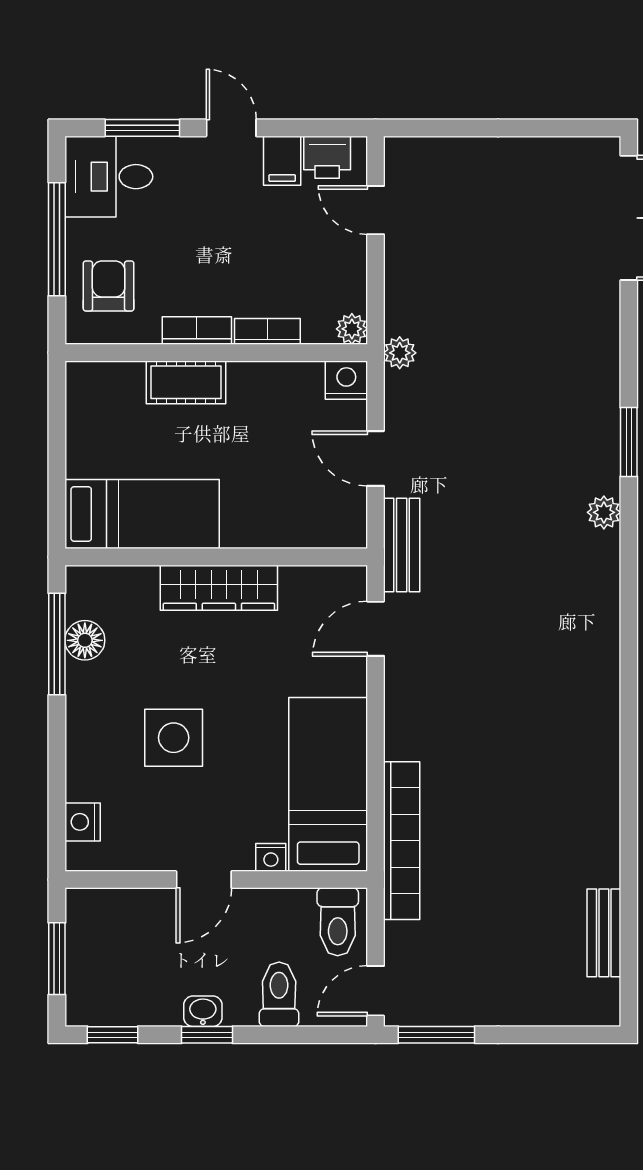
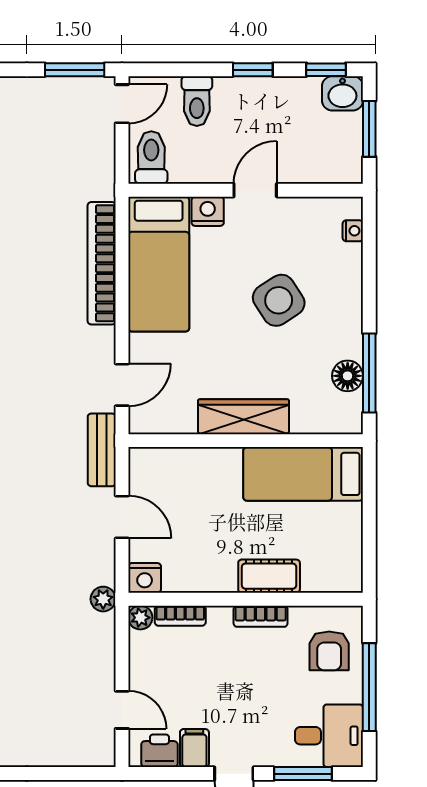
bookcase: (267, 331) -> (180, 616), moved
side table: (174, 738) -> (279, 300), turned -33
nightstand: (83, 822) -> (353, 231), width x0.72, depth x0.74
bookcase: (402, 841) -> (102, 263), moved
nightstand: (271, 857) -> (208, 211), width x1.39, depth x1.35
washbasin: (203, 1011) -> (342, 93), moved, width x1.38, depth x1.45

